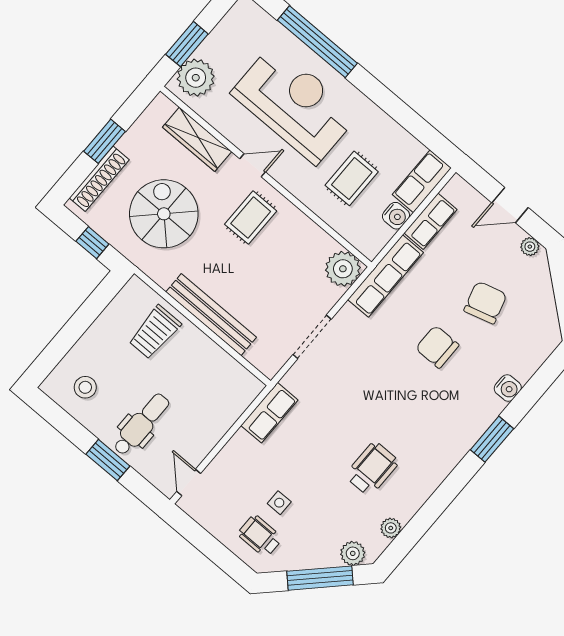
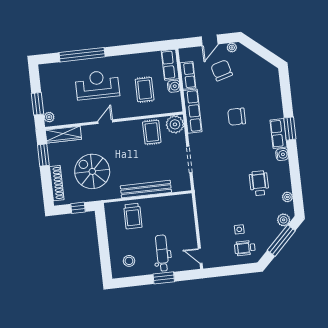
plant: (196, 78) -> (49, 117), width x0.53, depth x0.53
reception desk: (295, 104) -> (97, 85), width x0.74, depth x0.77
wardrobe: (197, 139) -> (63, 135), moved
window: (104, 141) -> (43, 155), moved
rug: (251, 218) -> (152, 132), moved
chair: (485, 303) -> (222, 70), moved
water cooler: (508, 388) -> (282, 154), moved
row of seats: (269, 413) -> (279, 133), moved, turned 180

